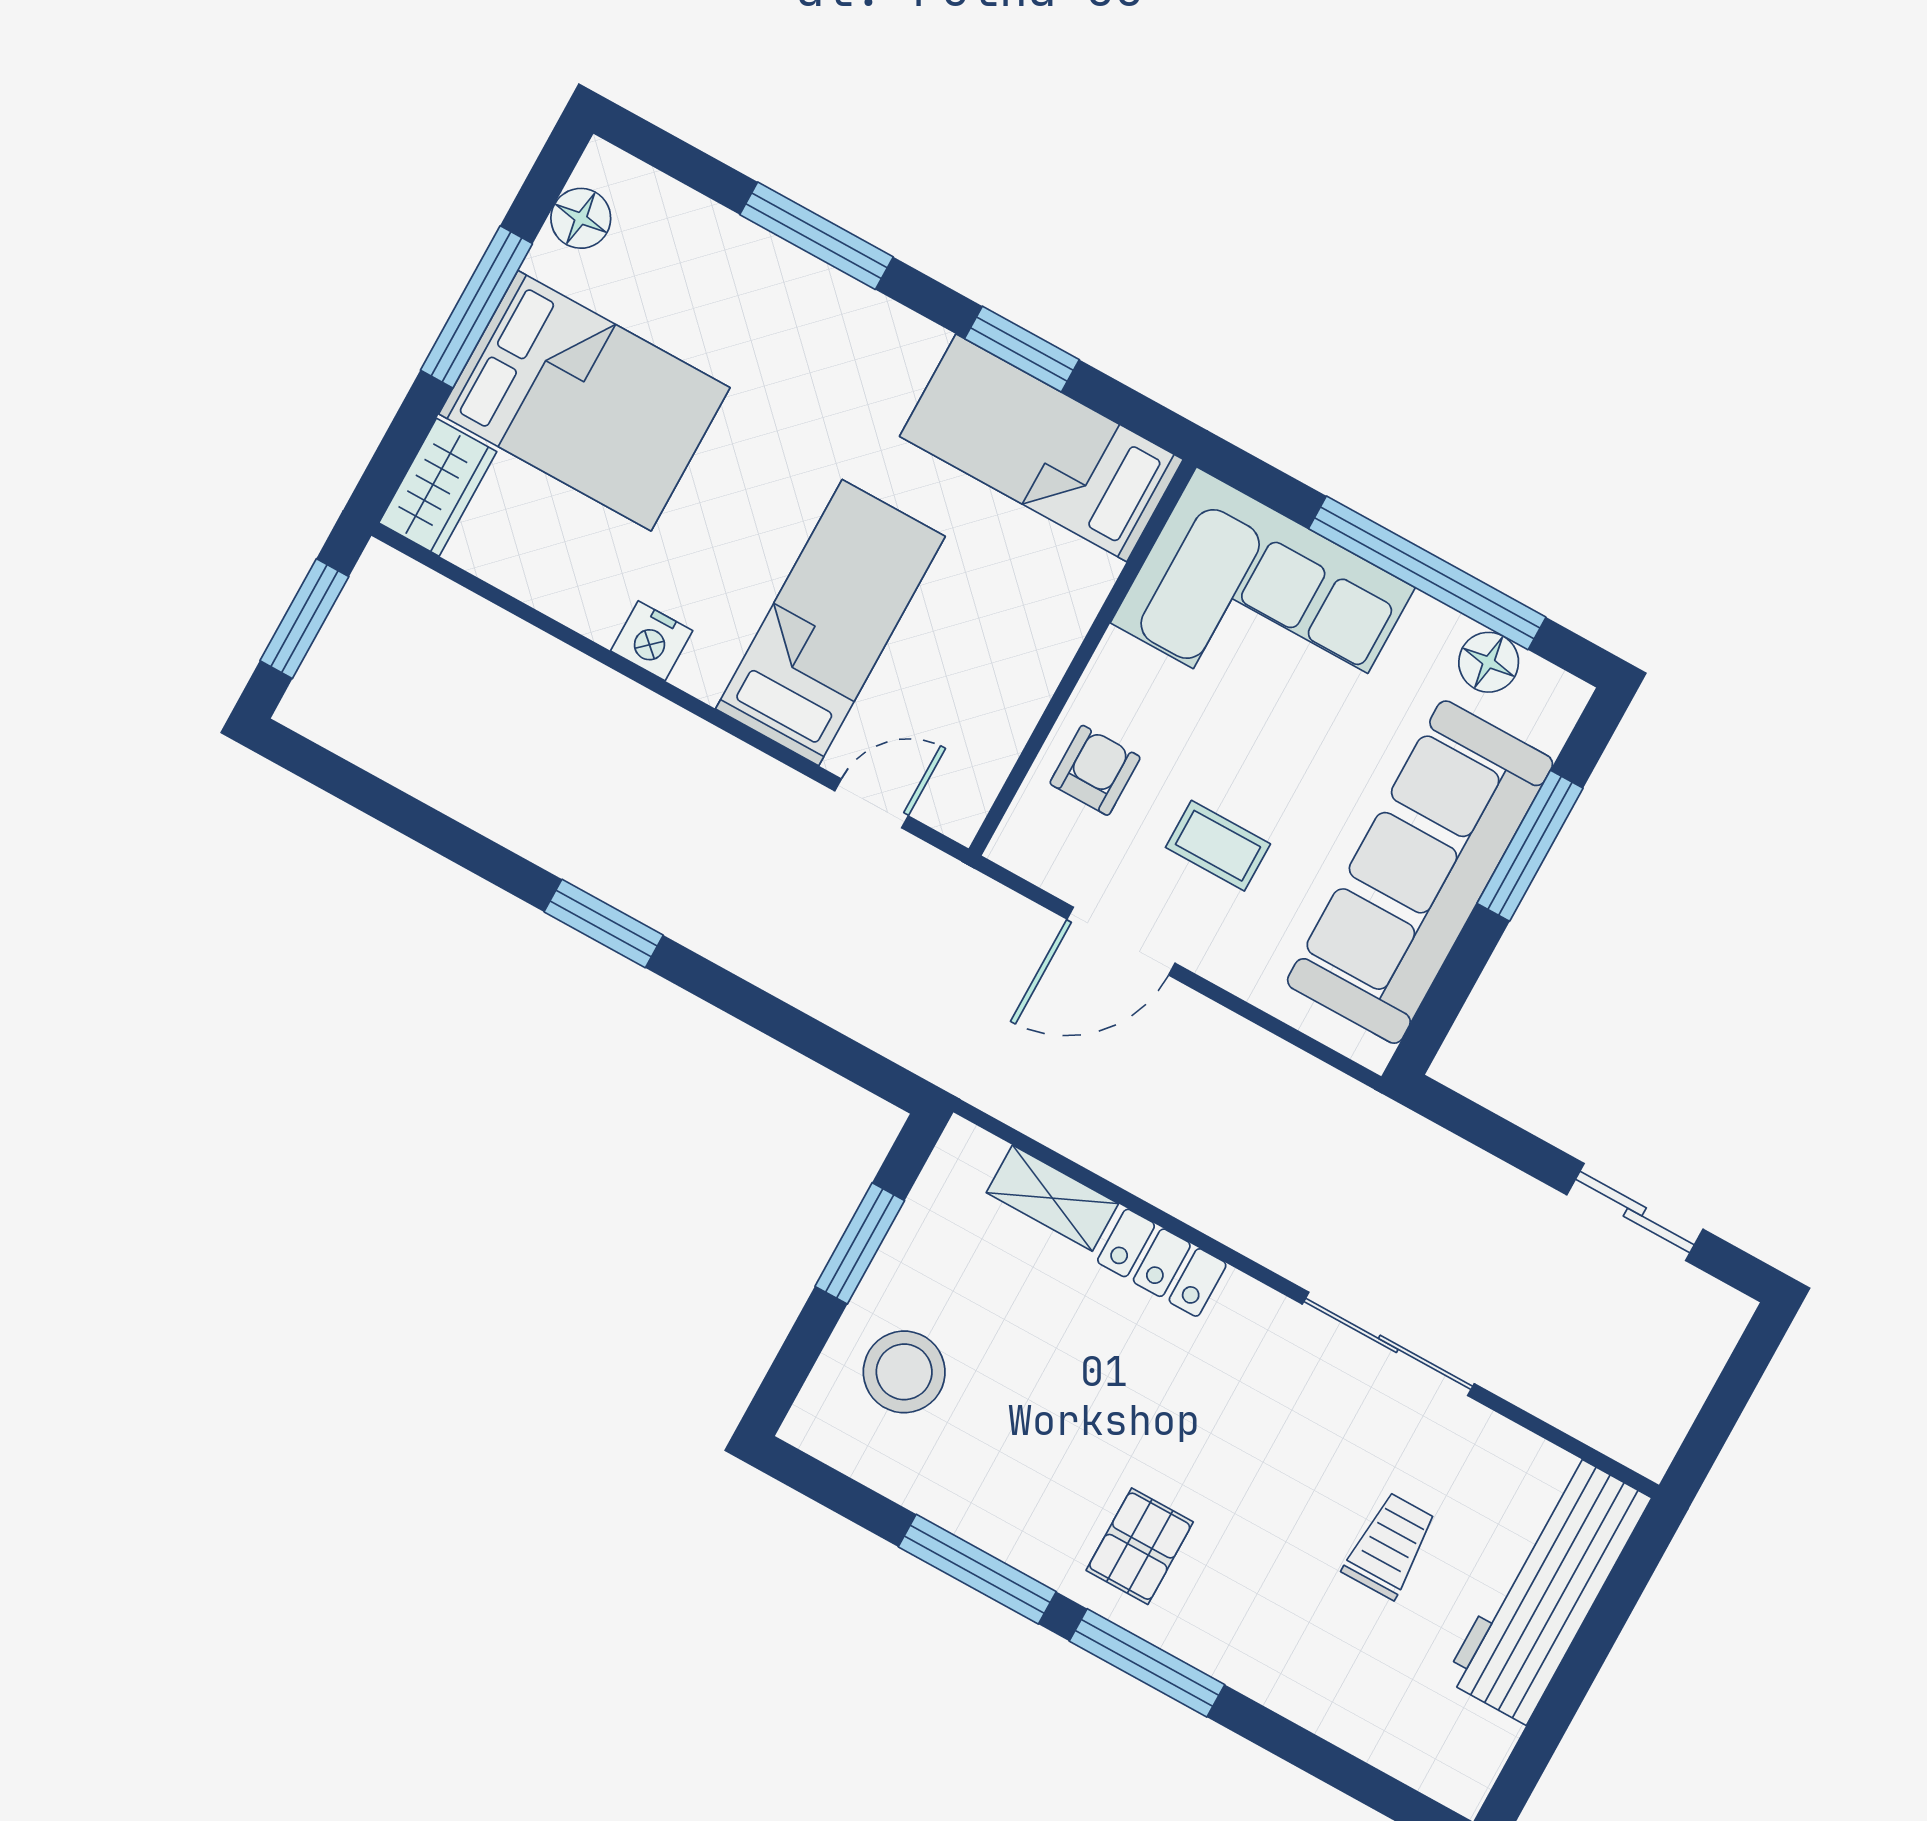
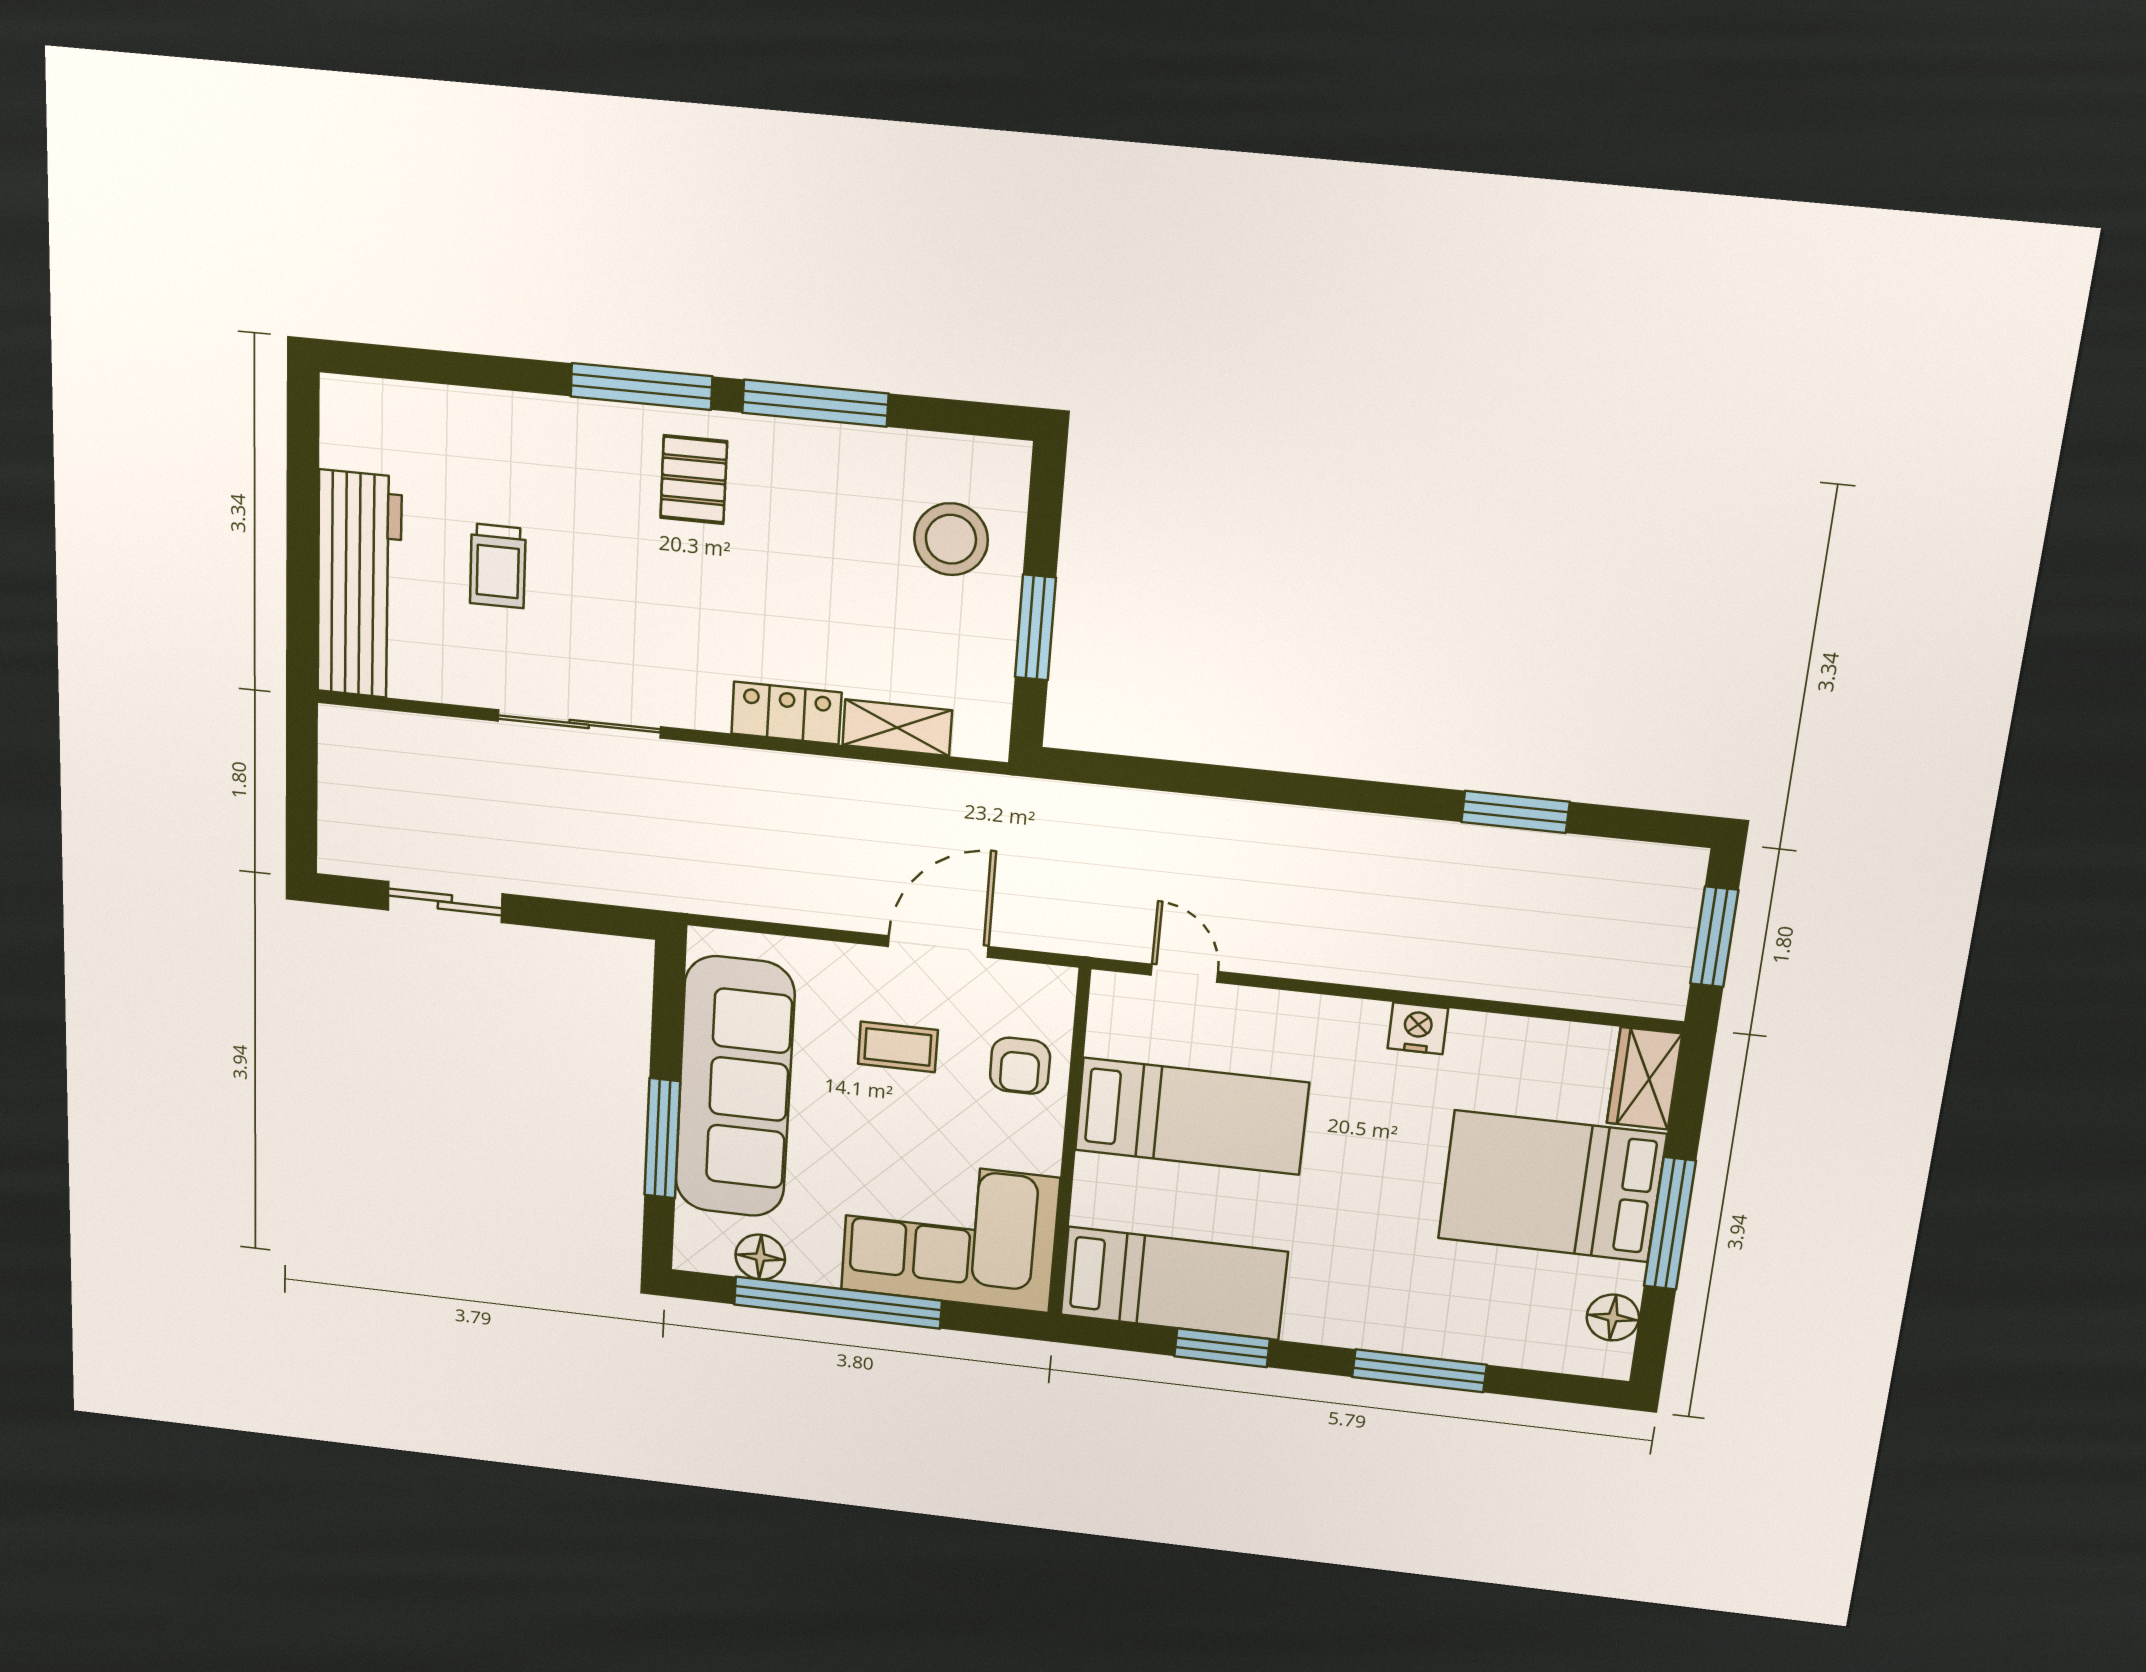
bed: (830, 623) -> (1191, 1116), moved, turned -90
door: (872, 803) -> (1185, 973), swing flipped
window: (604, 924) -> (1515, 812), moved

